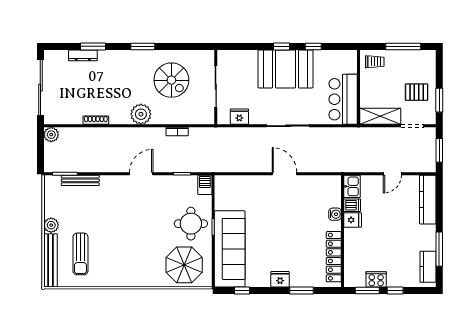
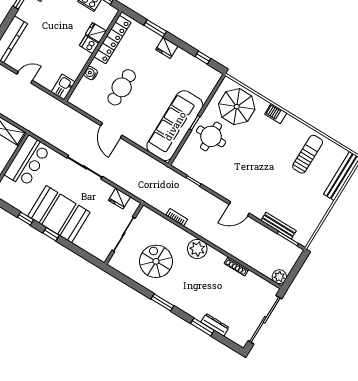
door: (141, 174) -> (239, 209), moved
barbecue: (205, 185) -> (276, 114), moved, turned 90
dishwasher: (352, 205) -> (89, 45), moved
cafe table: (299, 219) -> (122, 87), added
fridge: (353, 220) -> (96, 32), moved
plant: (51, 225) -> (324, 204), removed
sofa: (230, 249) -> (175, 126), moved
sun lounger: (80, 254) -> (308, 154), moved

